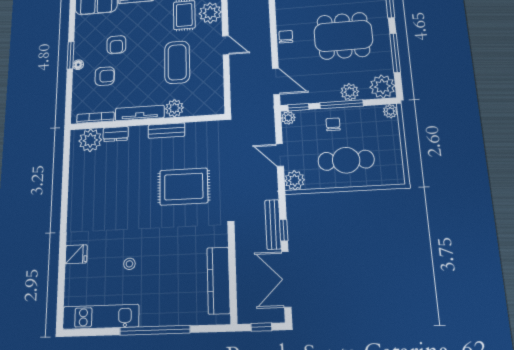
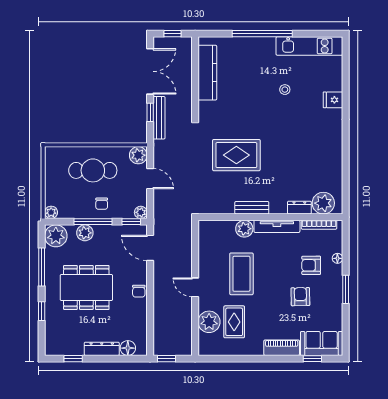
floor lamp: (78, 65) -> (337, 258), moved

